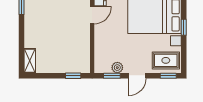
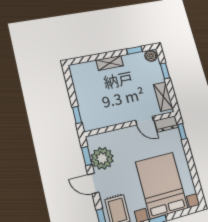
shelving: (30, 61) -> (110, 63), moved
plant: (117, 68) -> (102, 158), width x1.87, depth x1.87

